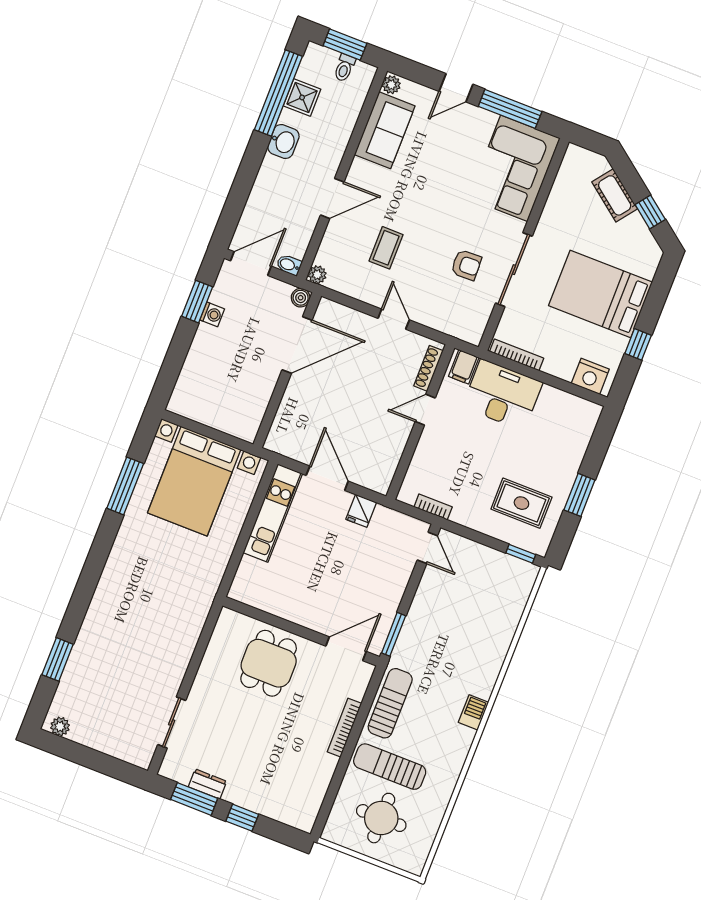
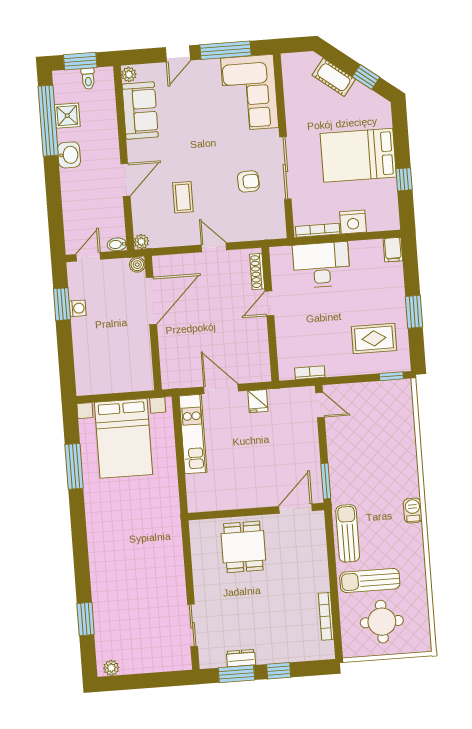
door: (251, 263) -> (88, 257), width x0.73
filing cabinet: (464, 367) -> (393, 250), moved
nightstand: (590, 376) -> (353, 222), moved
bookcase: (344, 728) -> (326, 616), moved

